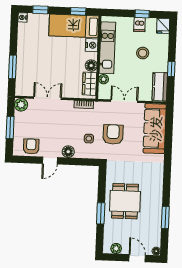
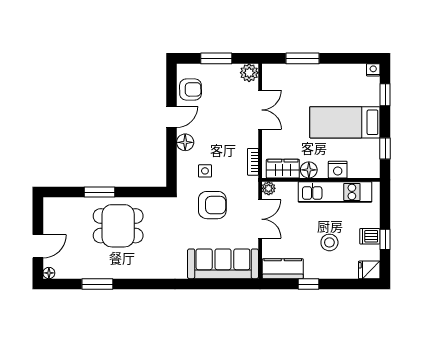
bed: (74, 26) -> (345, 122), moved, turned -90
plant: (104, 79) -> (269, 188), moved
door: (50, 161) -> (172, 117), swing flipped
plant: (116, 248) -> (50, 216), removed

